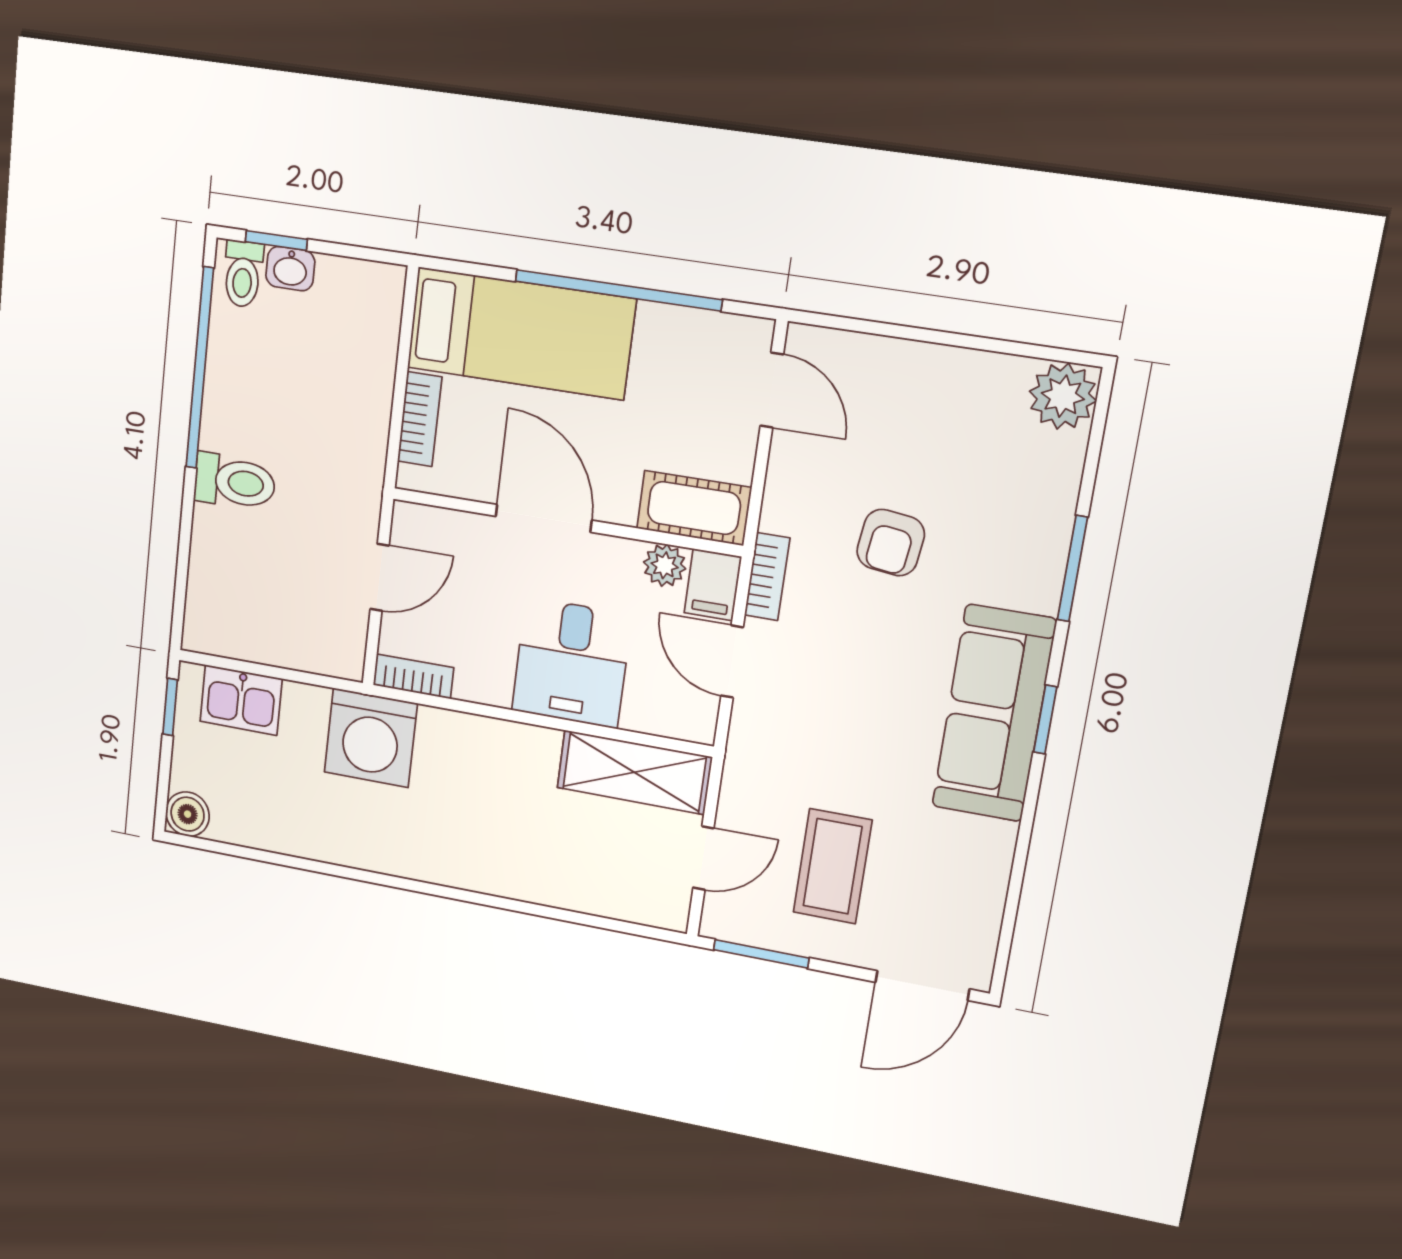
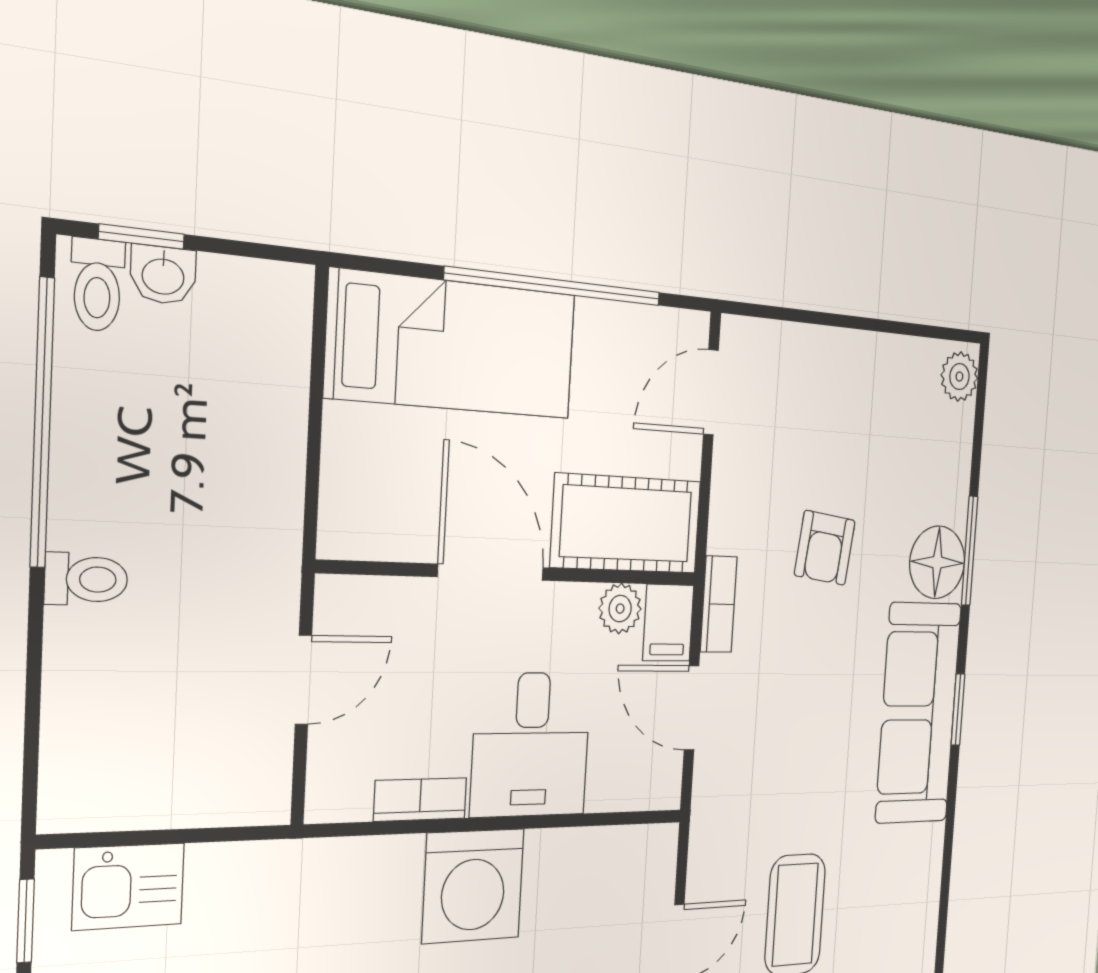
door: (772, 390) -> (711, 392), swing flipped
plant: (1063, 396) -> (959, 377), width x0.73, depth x0.73
bookcase: (420, 419) -> (341, 465), removed
toilet: (235, 482) -> (86, 579), width x0.73, depth x0.72
cot: (694, 508) -> (626, 524), width x1.37, depth x1.34
floor lamp: (1029, 574) -> (937, 562), added
bookcase: (413, 676) -> (420, 799), moved
washing machine: (371, 738) -> (473, 886), moved
shelving: (634, 772) -> (604, 861), removed

